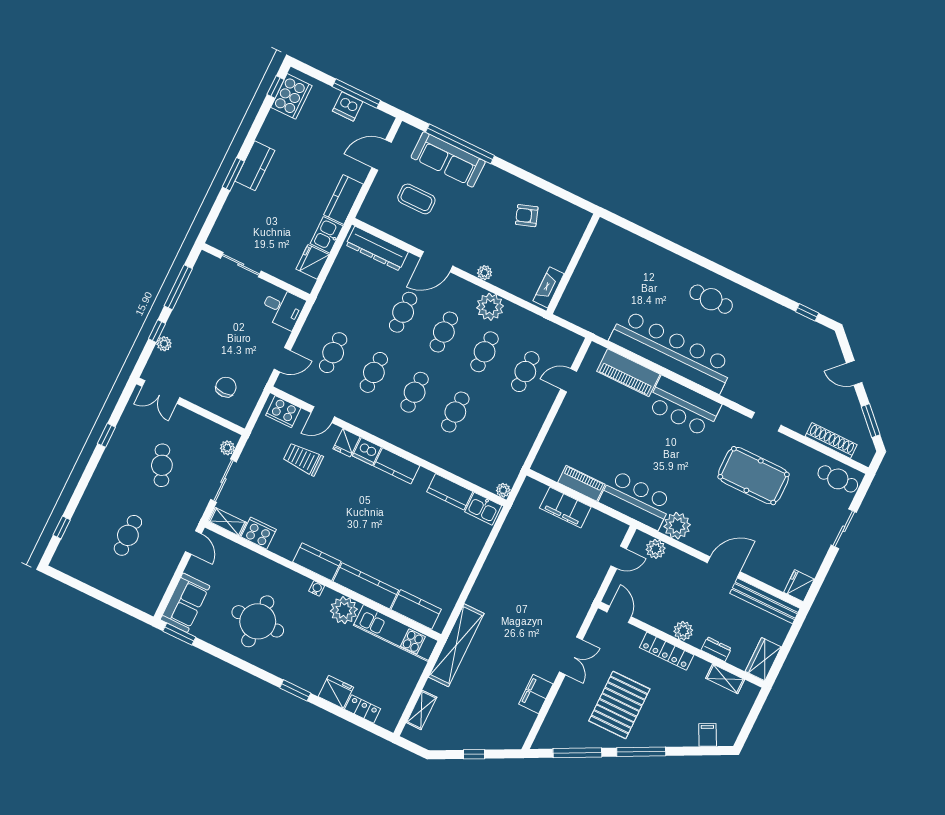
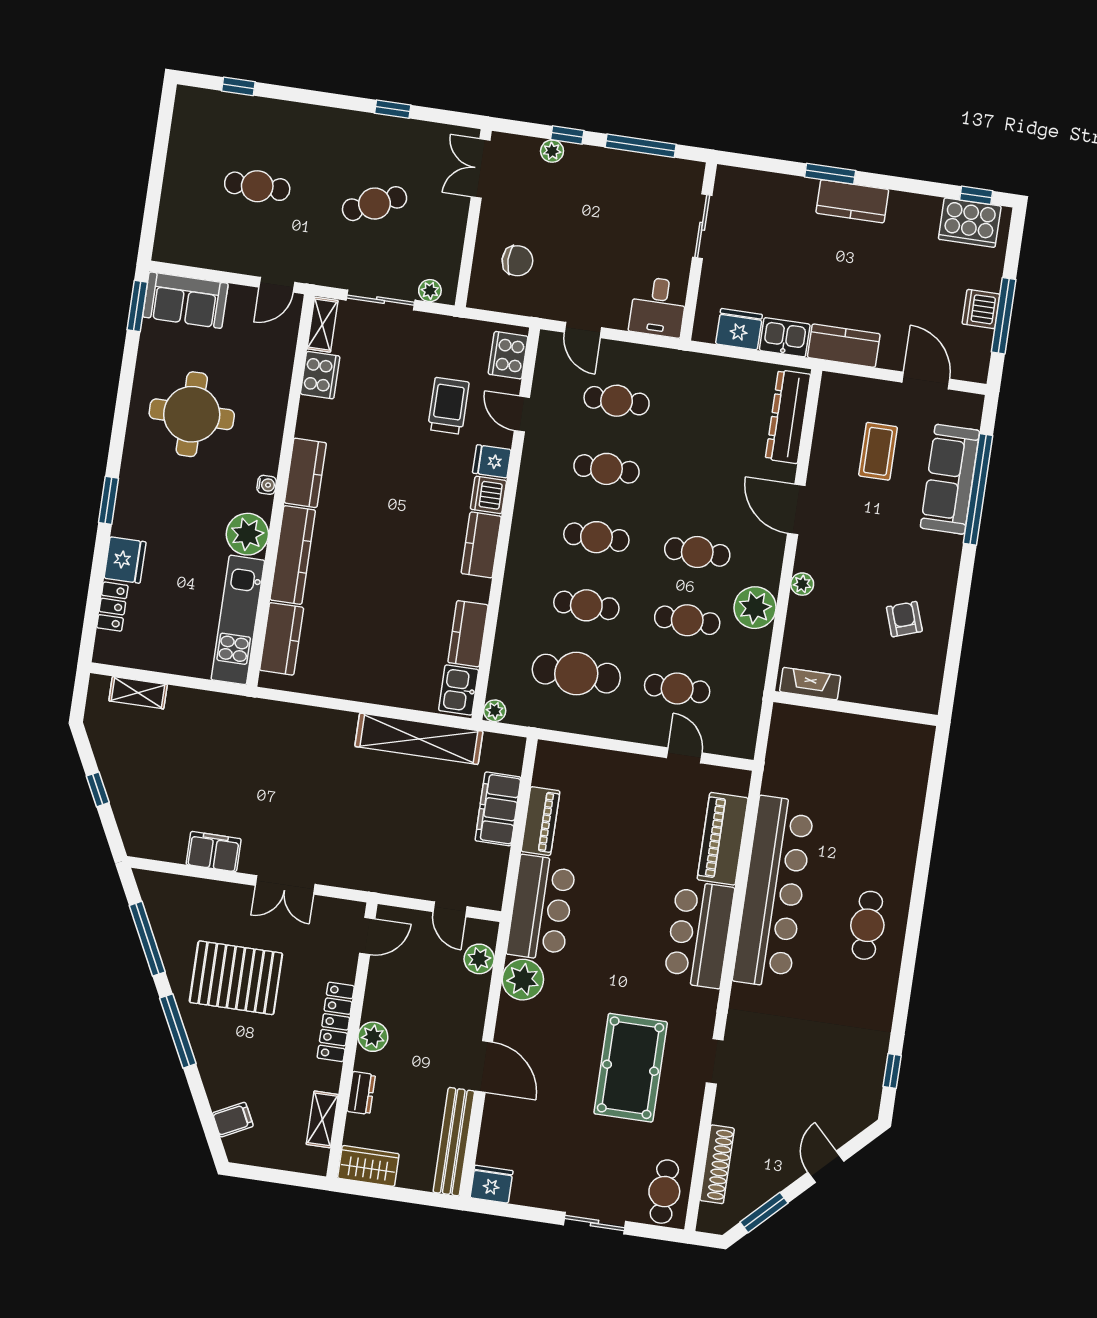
cafe table: (403, 312) -> (576, 674), moved, width x1.37, depth x1.35
shelving: (456, 645) -> (419, 739), moved

